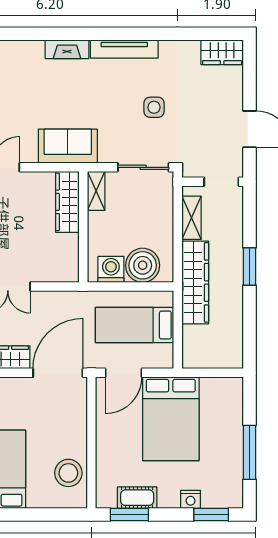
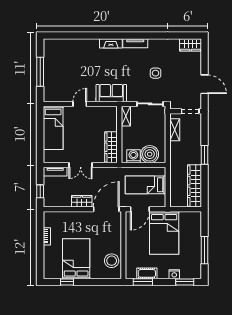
tv unit: (124, 49) -> (135, 43), width x0.71
wardrobe: (67, 202) -> (111, 147), moved
wardrobe: (195, 282) -> (194, 186), moved, turned 180

